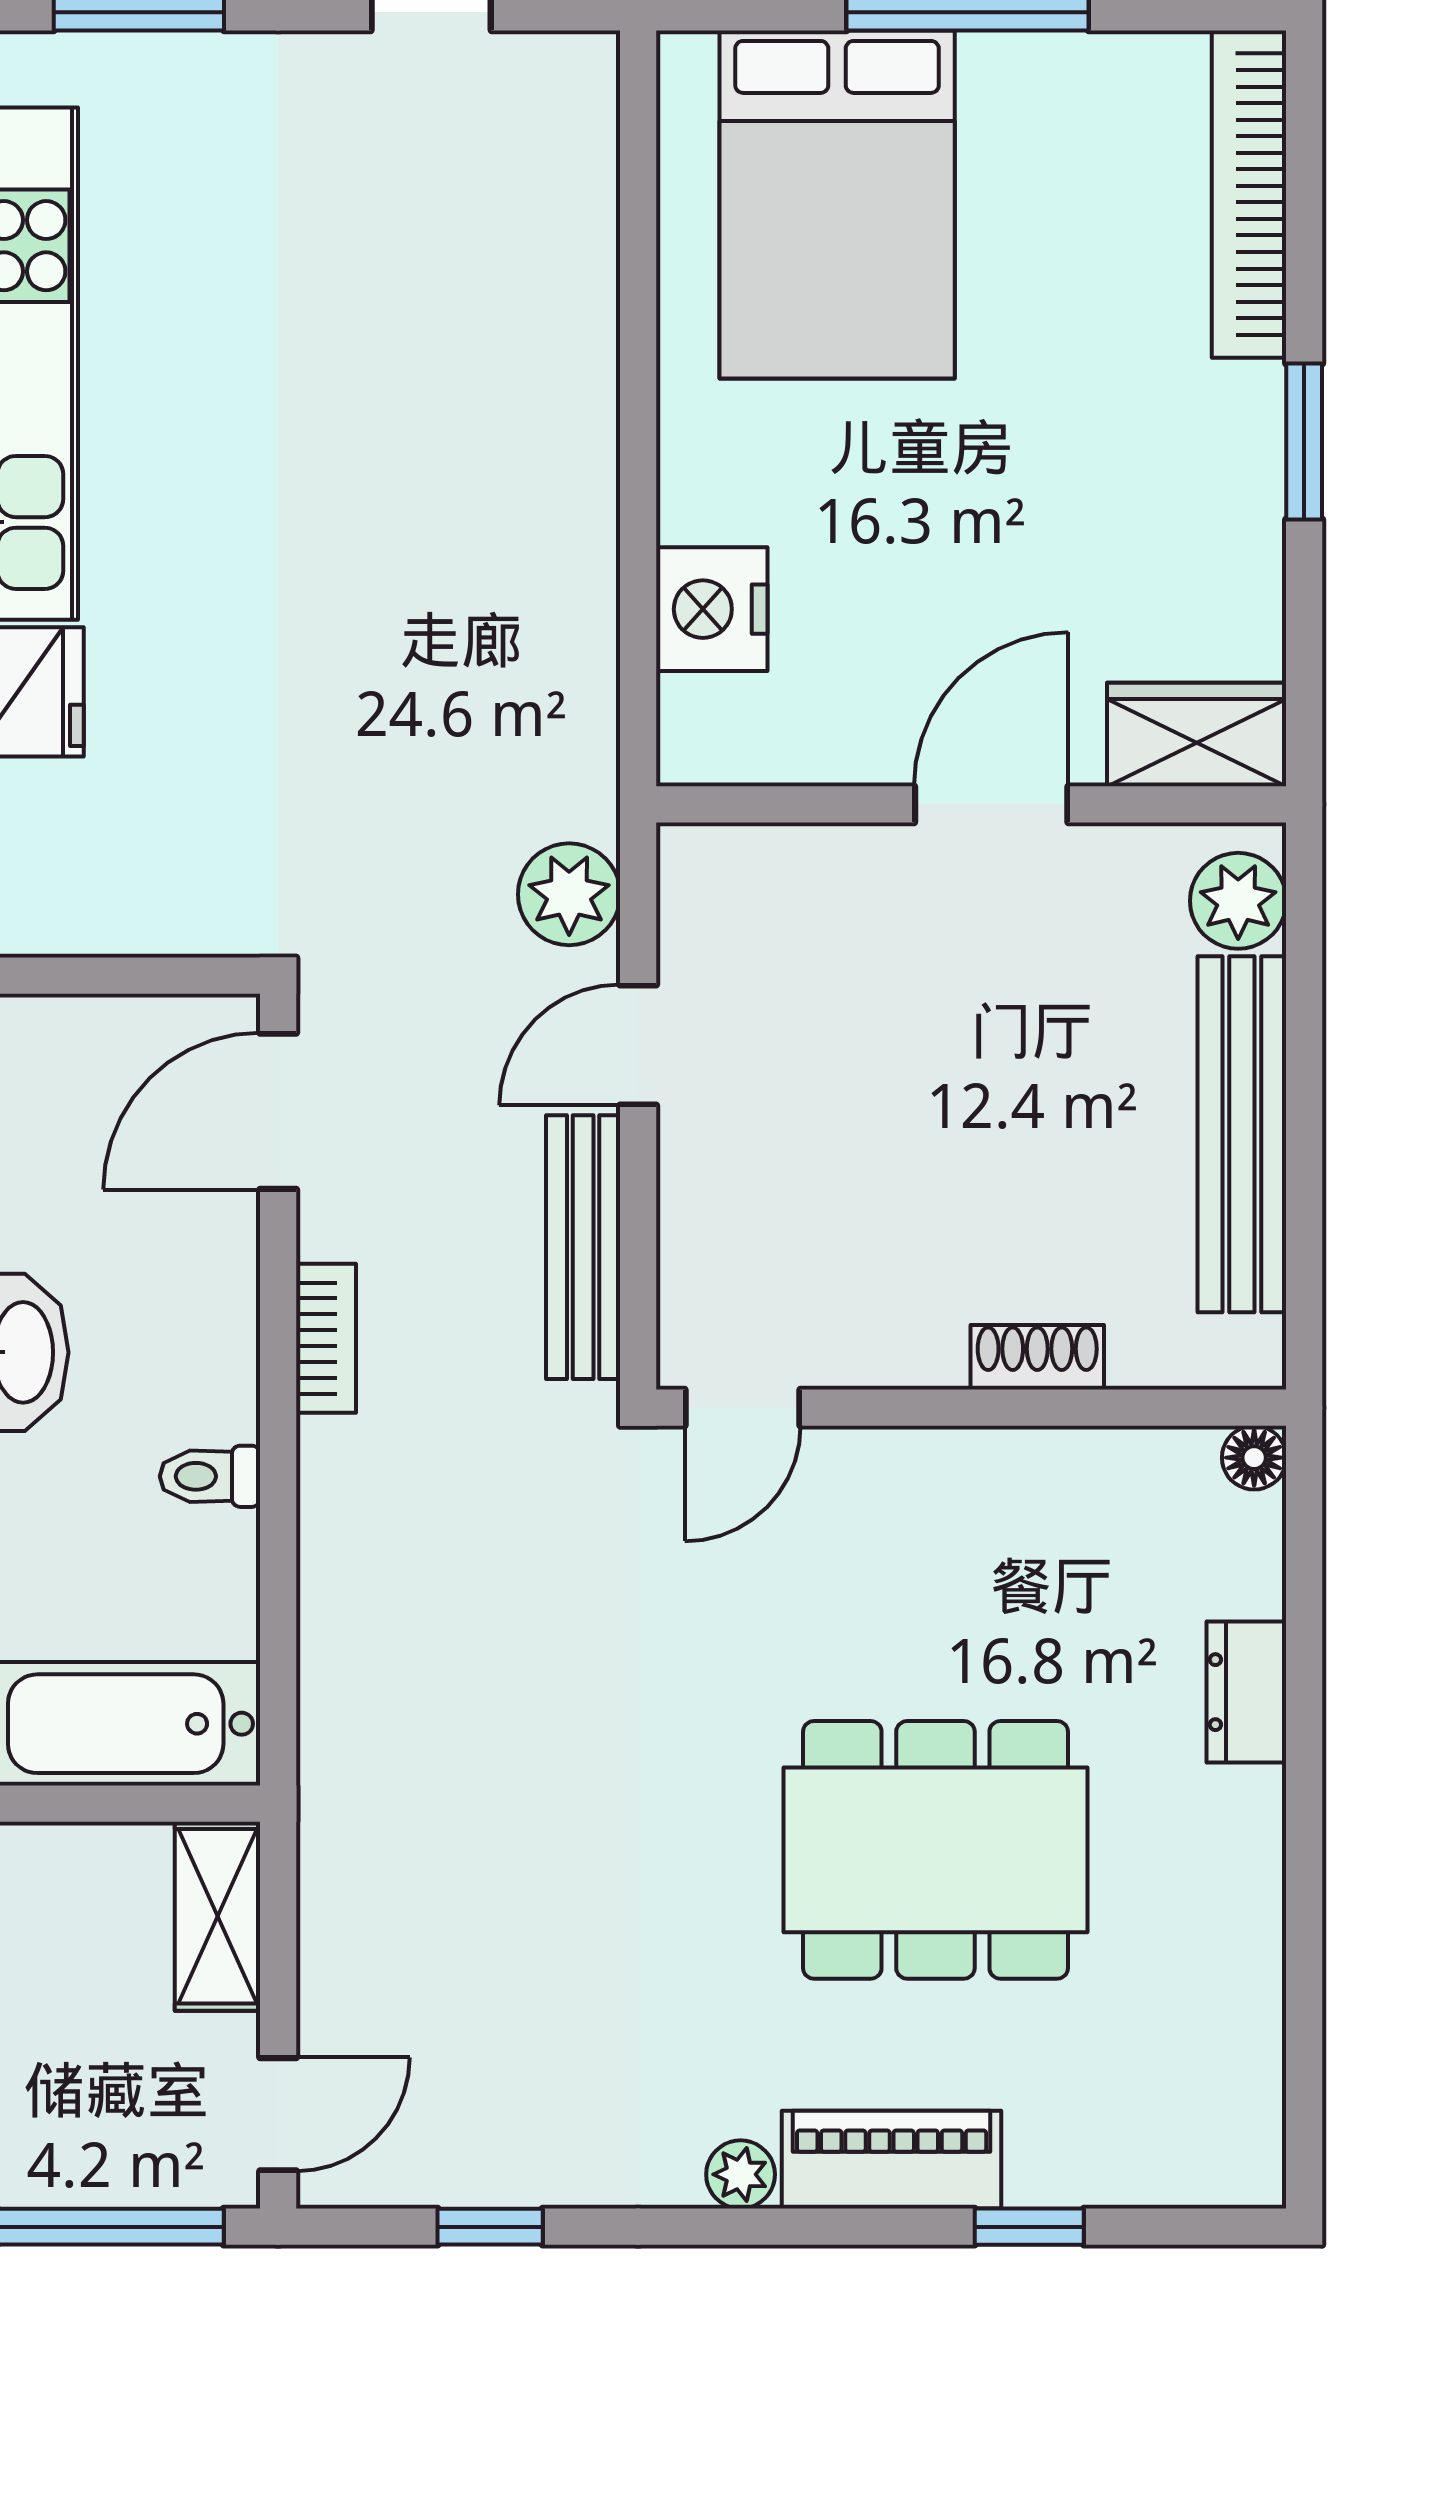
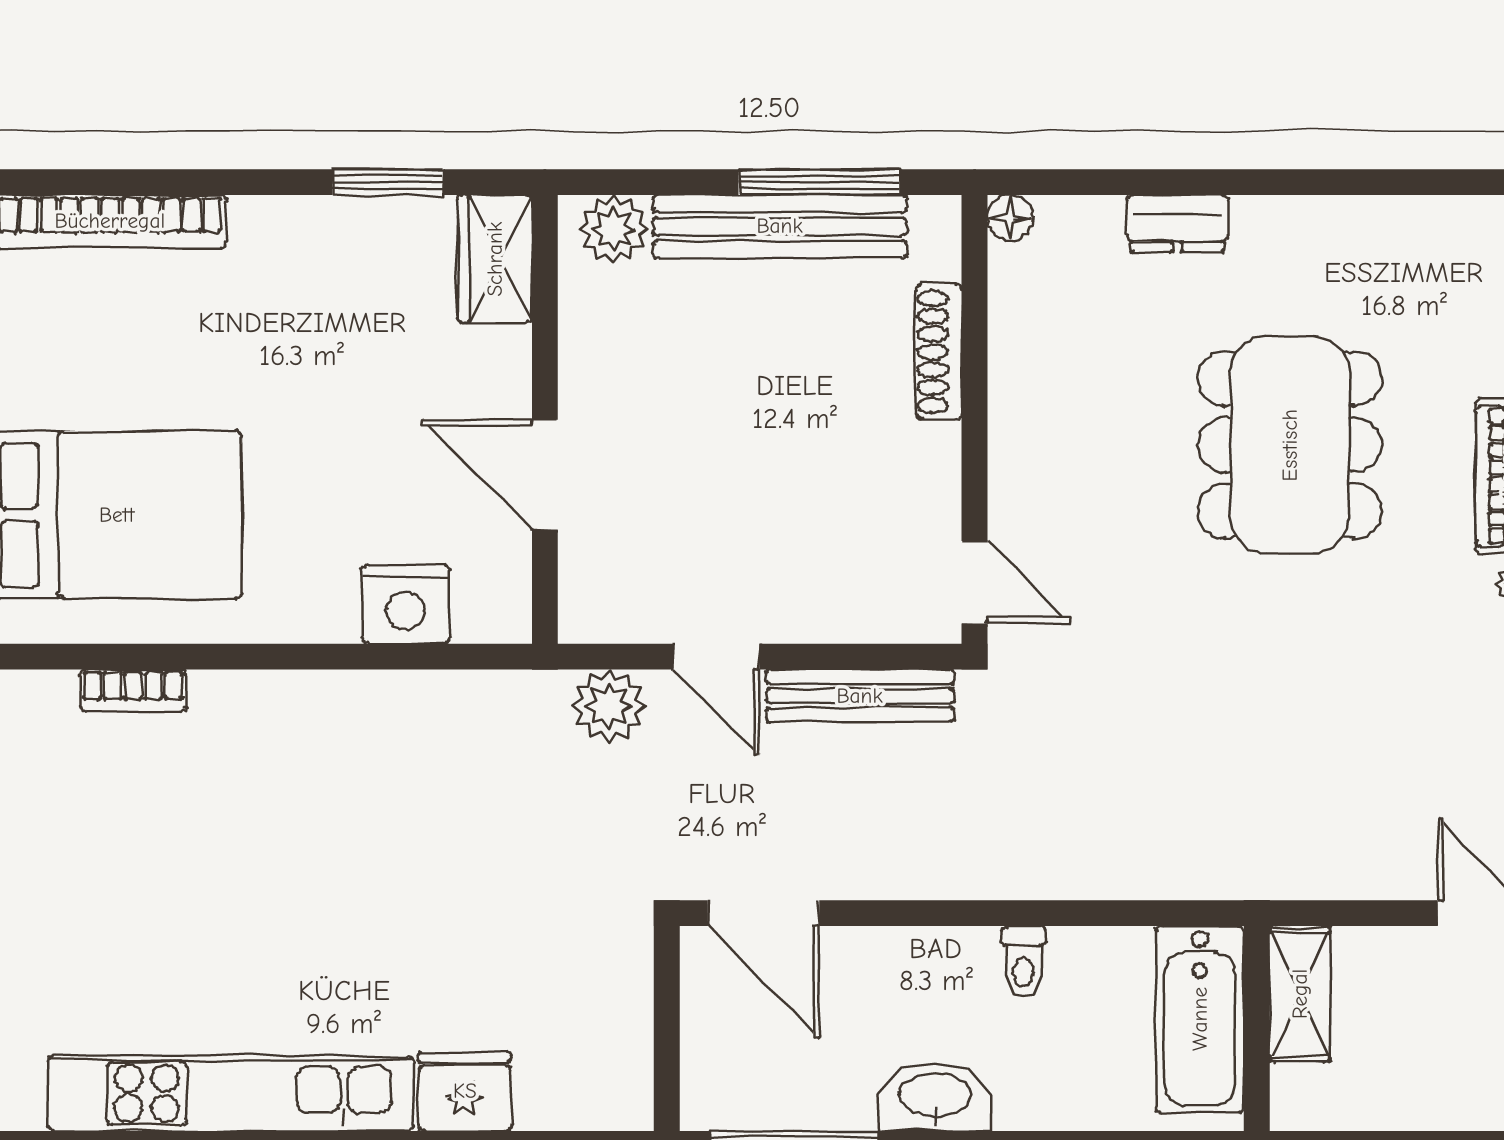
window: (1304, 441) -> (388, 182), moved
door: (991, 804) -> (545, 475), moved
window: (1304, 1189) -> (819, 182), added
bookcase: (326, 1338) -> (133, 691), moved, turned 180
shoe rack: (1037, 1357) -> (939, 352), width x1.43
shelving: (217, 1916) -> (1300, 994), moved, turned 90

